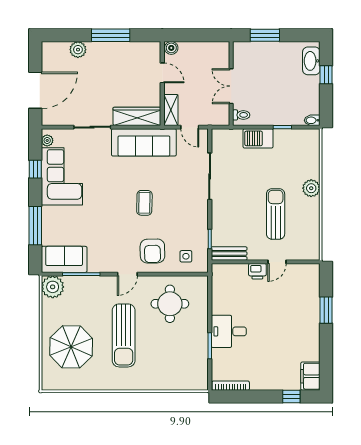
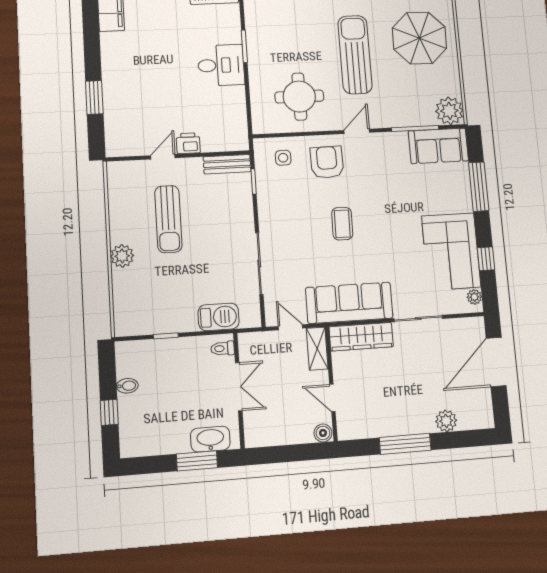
washbasin: (311, 61) -> (210, 439), moved, turned -90
bidet: (312, 120) -> (127, 386), moved
barbecue: (258, 138) -> (219, 317), moved

